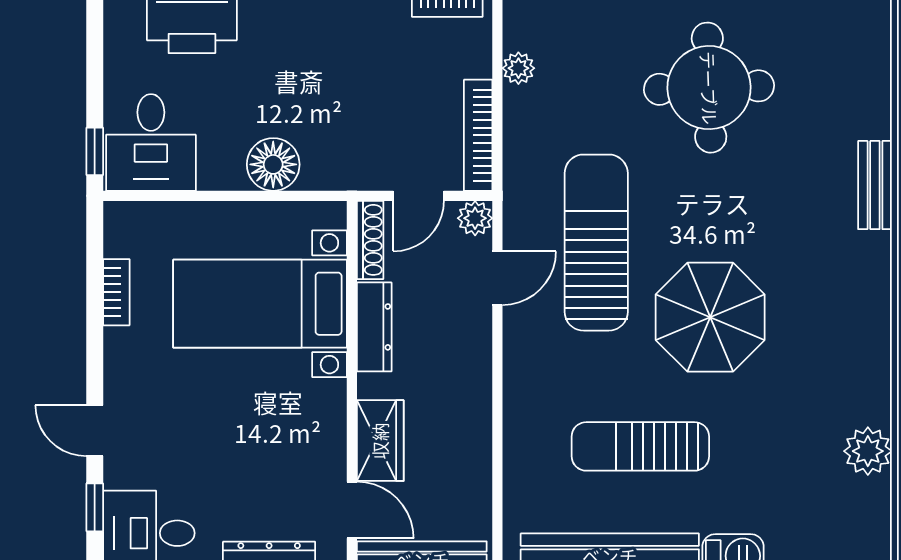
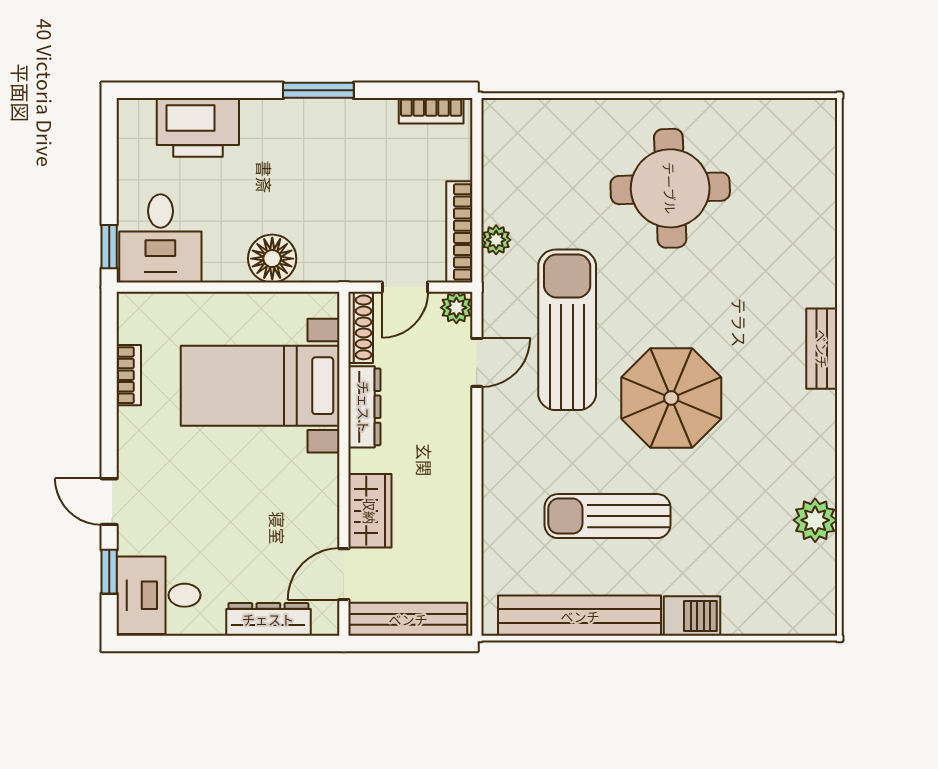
plant: (518, 68) -> (496, 240), moved
bench: (875, 185) -> (822, 349), moved
door: (352, 510) -> (344, 574), swing flipped

